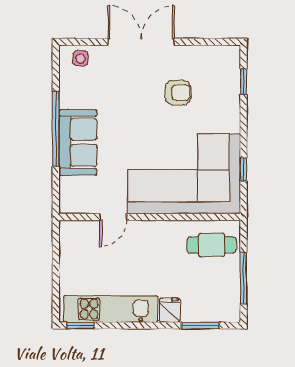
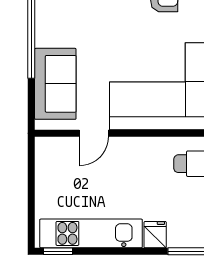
sofa: (78, 142) -> (55, 84), moved

